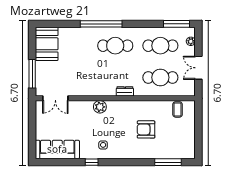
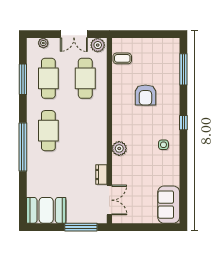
window: (177, 24) -> (23, 79), moved
plant: (189, 88) -> (98, 45), added
dresser: (125, 91) -> (101, 174), moved
sofa: (57, 149) -> (169, 205), width x0.73
window: (92, 162) -> (183, 123), moved

